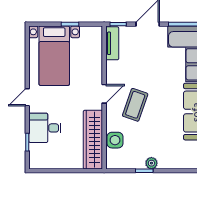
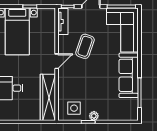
coffee table: (135, 105) -> (85, 46), moved
side table: (115, 140) -> (74, 108), moved

